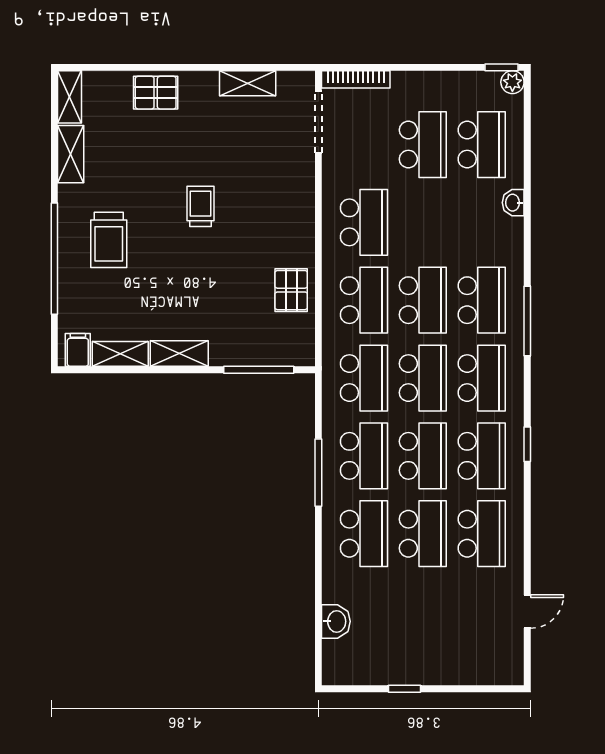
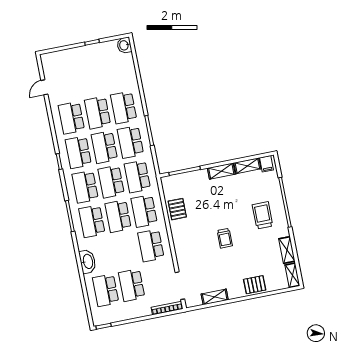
plant: (512, 82) -> (97, 321), removed
washbasin: (513, 203) -> (88, 261), width x1.91, depth x1.45
washbasin: (336, 621) -> (124, 45), moved

